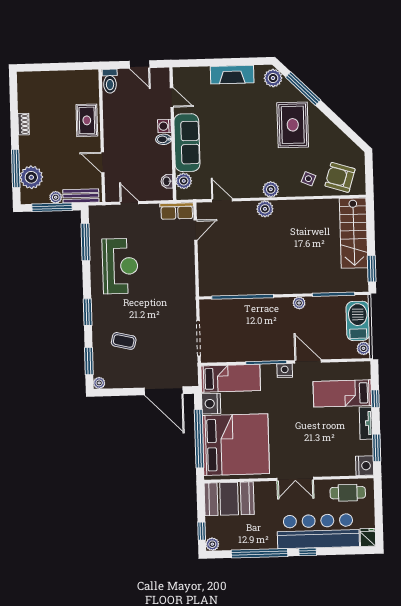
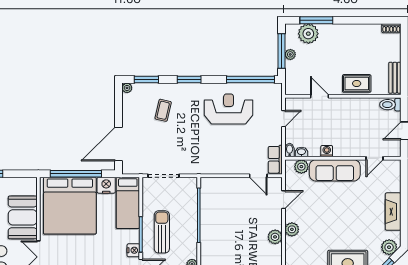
shoe rack: (24, 124) -> (391, 28), moved
washing machine: (164, 126) -> (327, 151), moved
bidet: (164, 139) -> (290, 150), moved
door: (103, 162) -> (320, 96), hinge flipped
plant: (271, 189) -> (292, 229), moved
bench: (81, 196) -> (395, 78), moved
window: (86, 242) -> (251, 79), width x1.46
reception desk: (120, 266) -> (229, 109), turned 180
sun lounger: (263, 339) -> (162, 232), added
booth: (229, 499) -> (23, 217), moved

